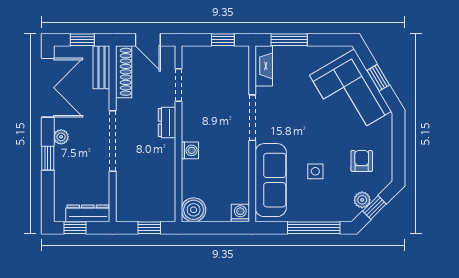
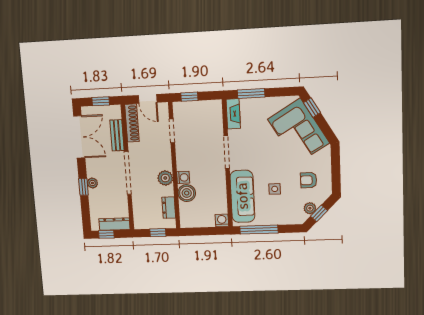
window: (223, 40) -> (189, 97), moved
bench: (101, 67) -> (117, 135), moved
window: (378, 78) -> (312, 108), moved
dresser: (167, 123) -> (169, 208), moved
plant: (61, 137) -> (92, 183), moved
plant: (165, 150) -> (165, 178), added
armchair: (362, 161) -> (309, 180), turned -90
boiler: (194, 210) -> (187, 193), moved
window: (314, 228) -> (259, 230), moved

